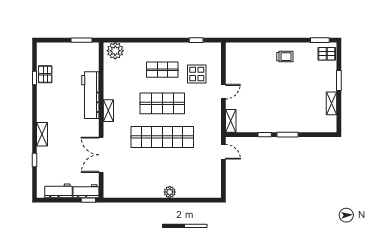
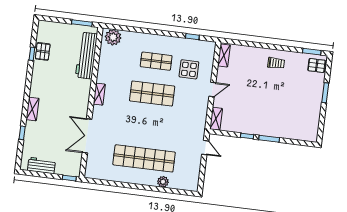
workbench: (90, 95) -> (86, 56), moved
shelving: (331, 103) -> (224, 55), moved
shop shelf: (162, 137) -> (144, 158), moved
workbench: (86, 191) -> (68, 169), removed
plant: (170, 192) -> (163, 182), moved

